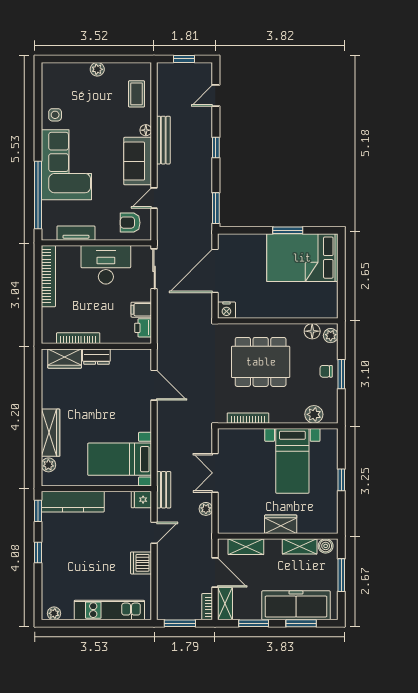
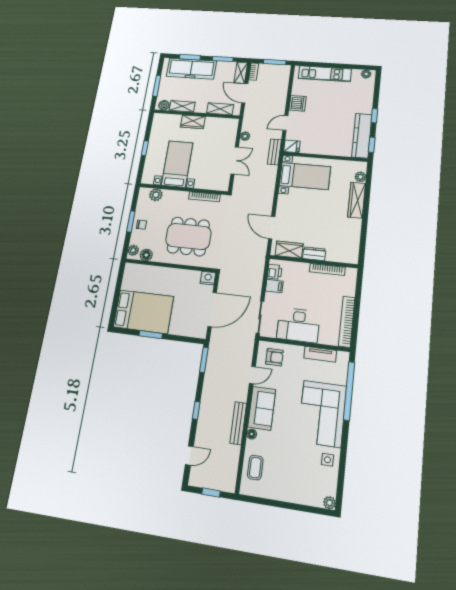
plant: (97, 69) -> (329, 503), moved
wardrobe: (65, 359) -> (289, 250), moved
kitchen counter: (73, 502) -> (362, 136), moved, turned -90

